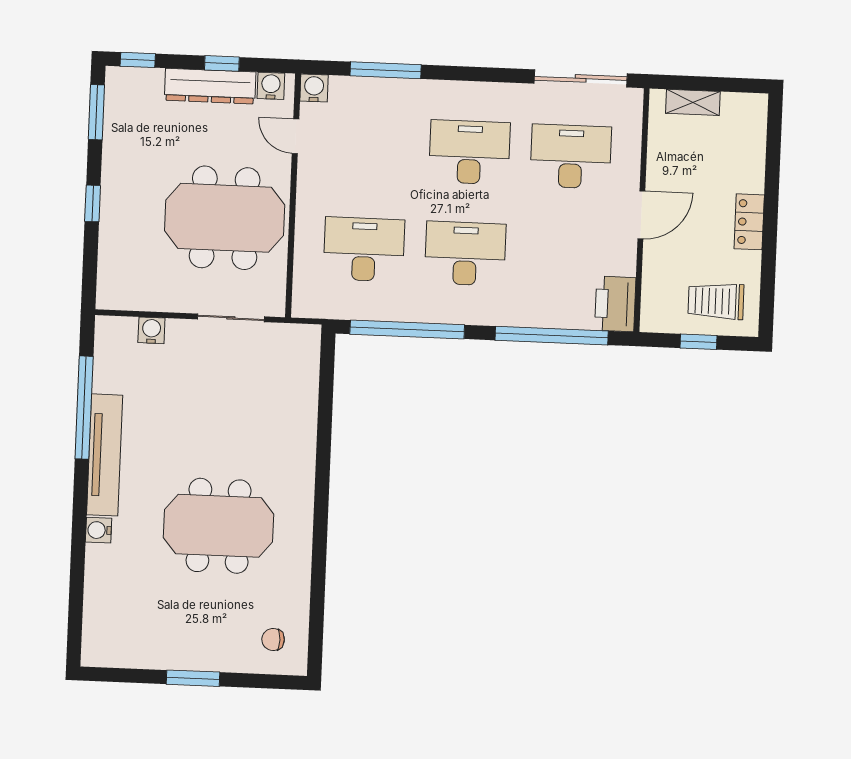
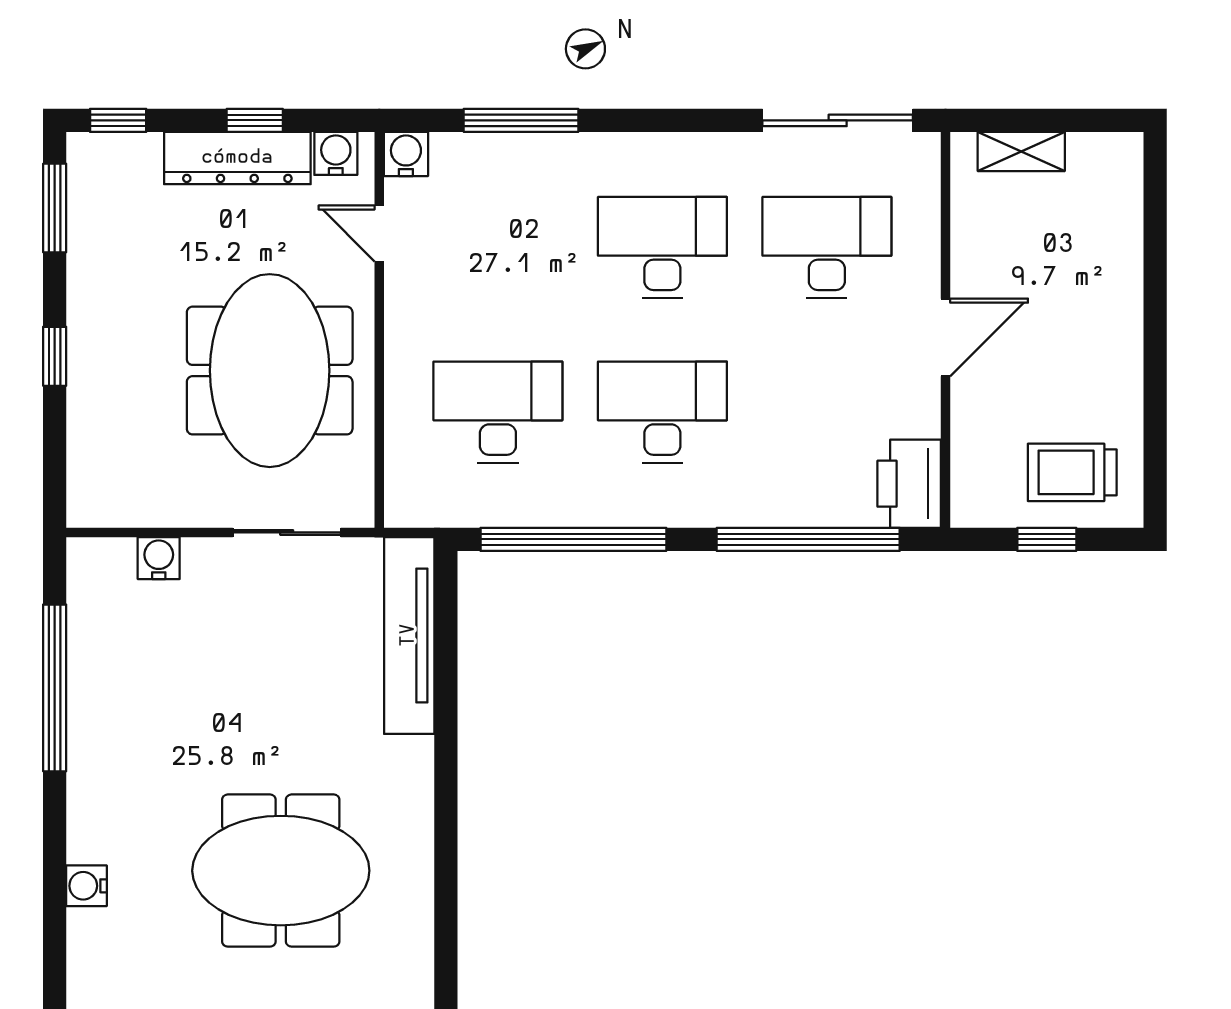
meeting table: (225, 218) -> (270, 371), turned 90
locker: (749, 222) -> (1121, 342), removed
tv unit: (105, 455) -> (409, 635), moved, turned 180

